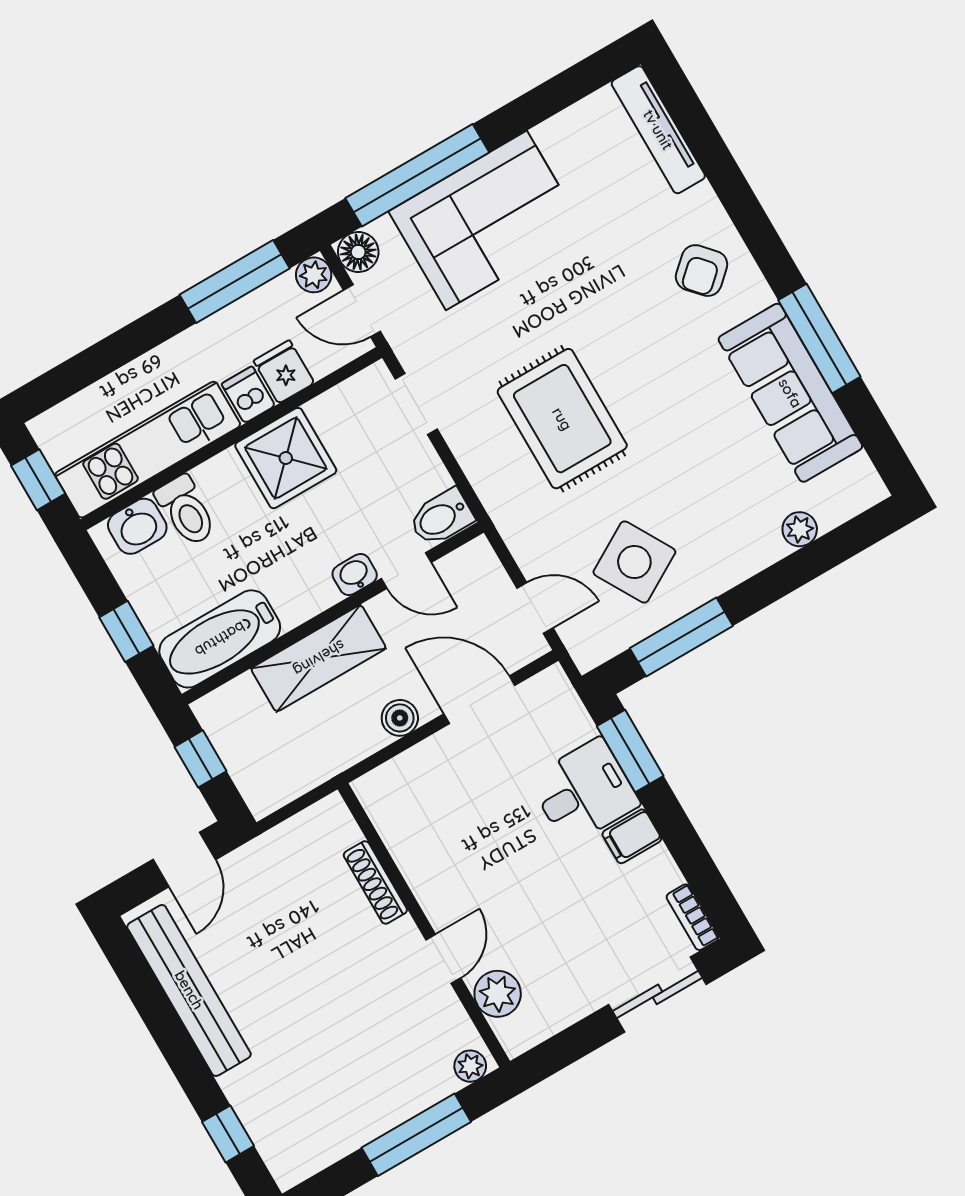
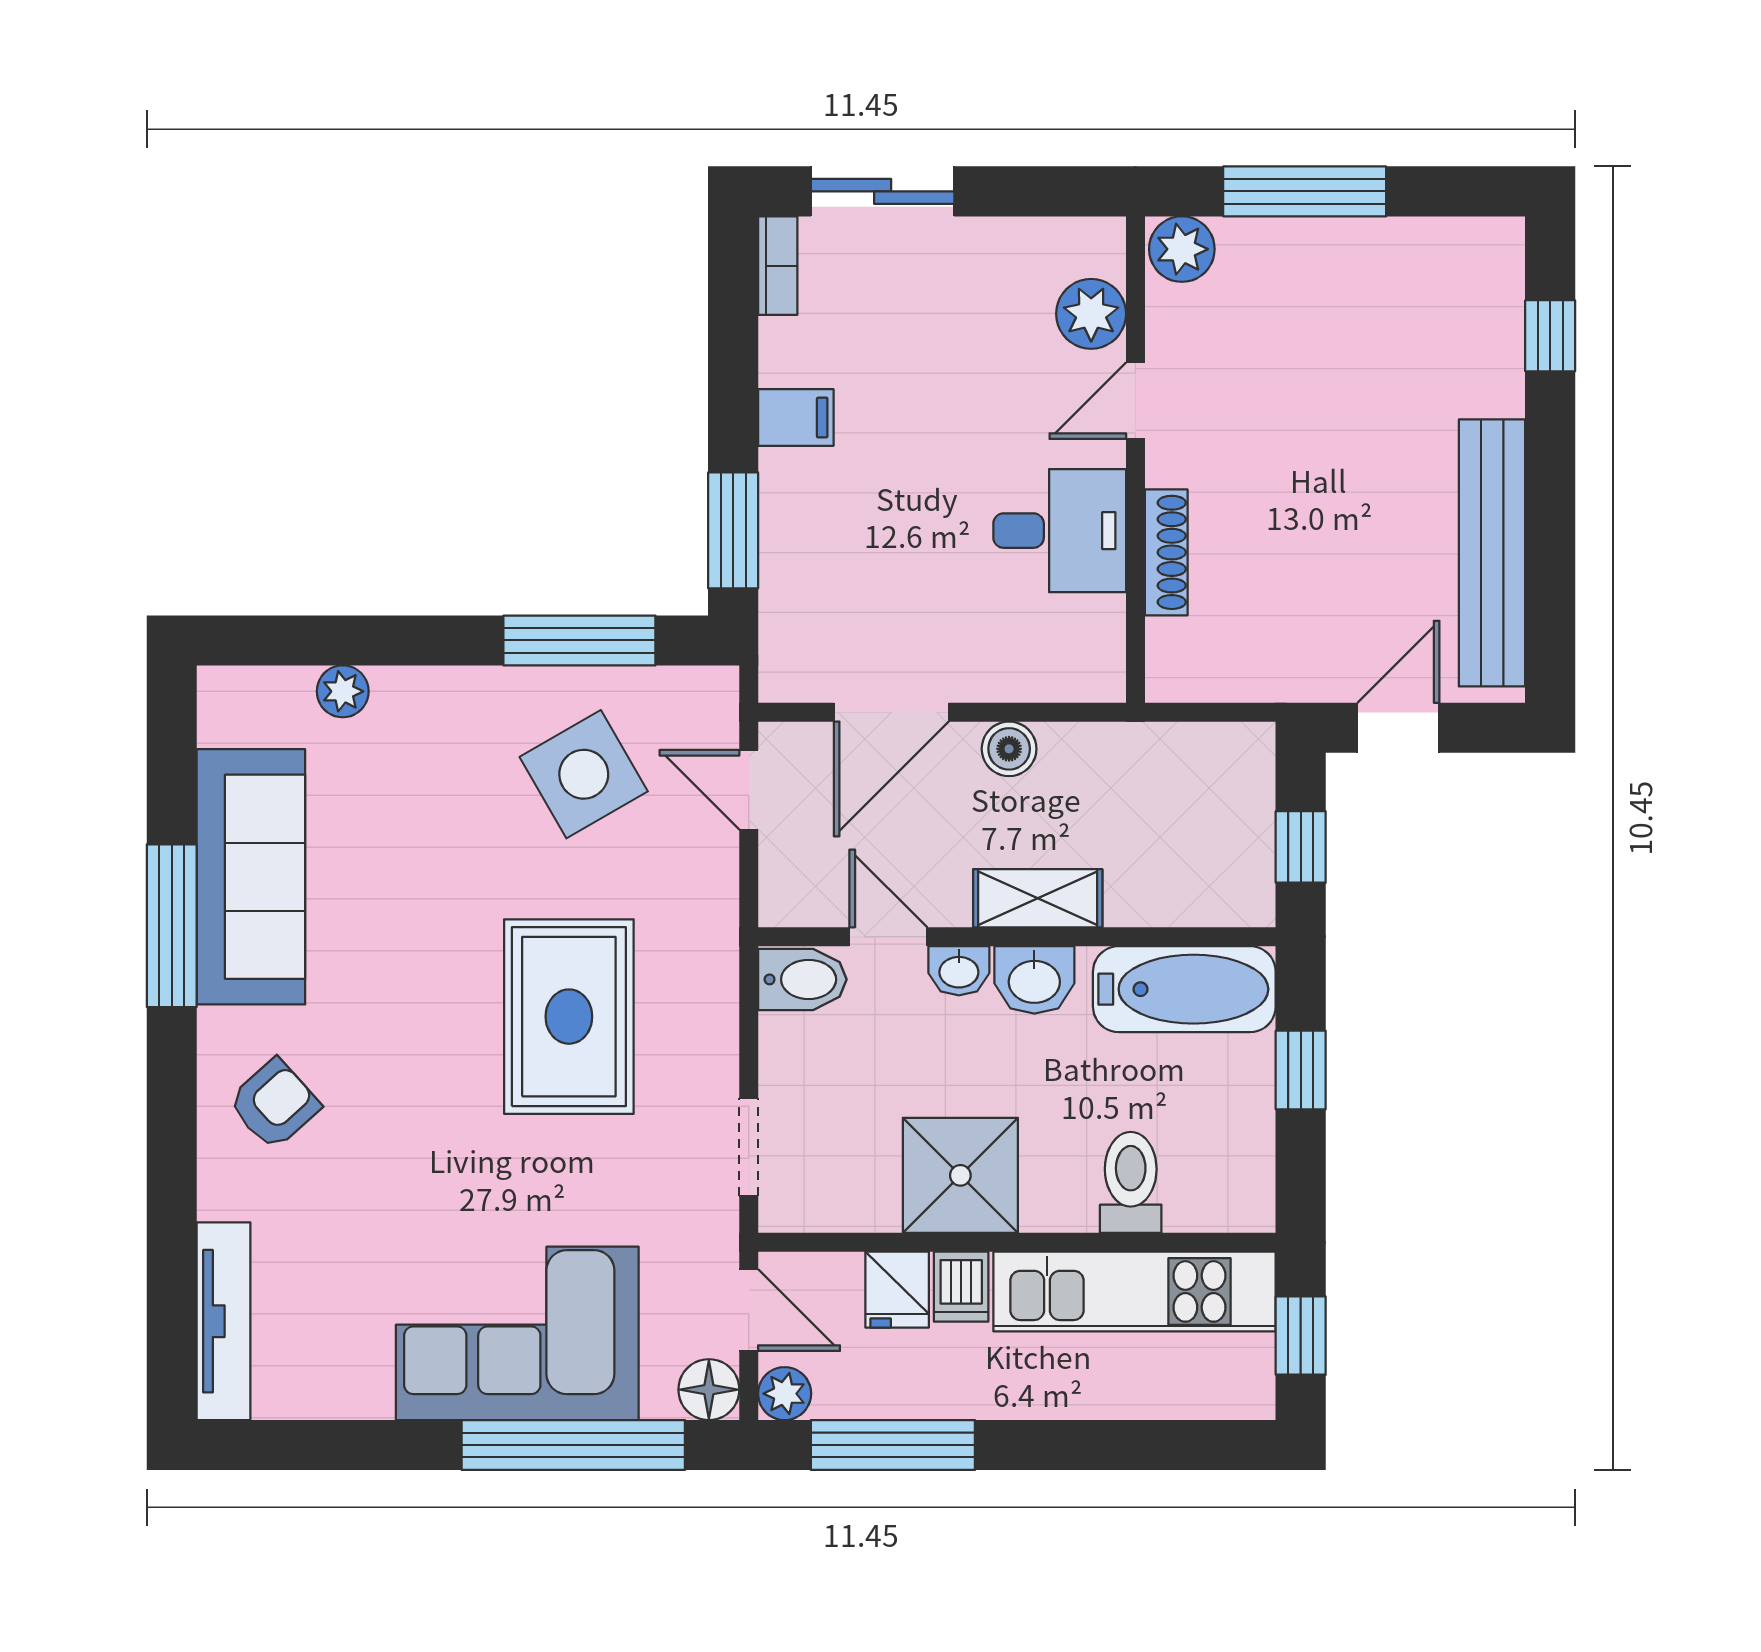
washbasin: (137, 526) -> (1034, 980), moved, turned 180
shelving: (319, 658) -> (1038, 898), width x0.67, depth x0.75
door: (479, 700) -> (891, 712), hinge flipped
desk: (584, 792) -> (1060, 531), moved, turned 180
plant: (470, 1066) -> (1182, 249), width x1.38, depth x1.38

